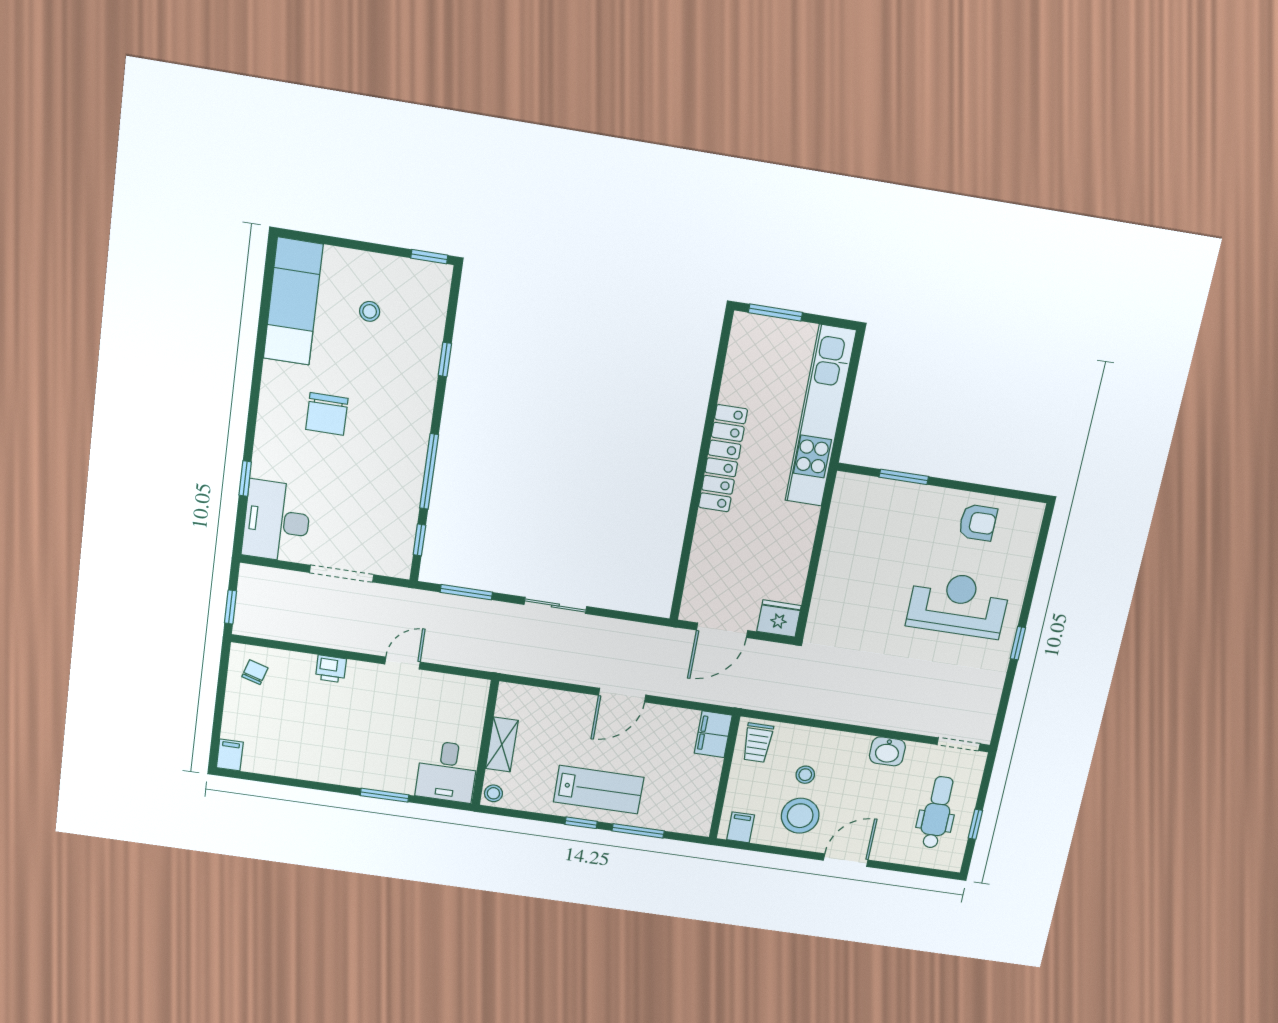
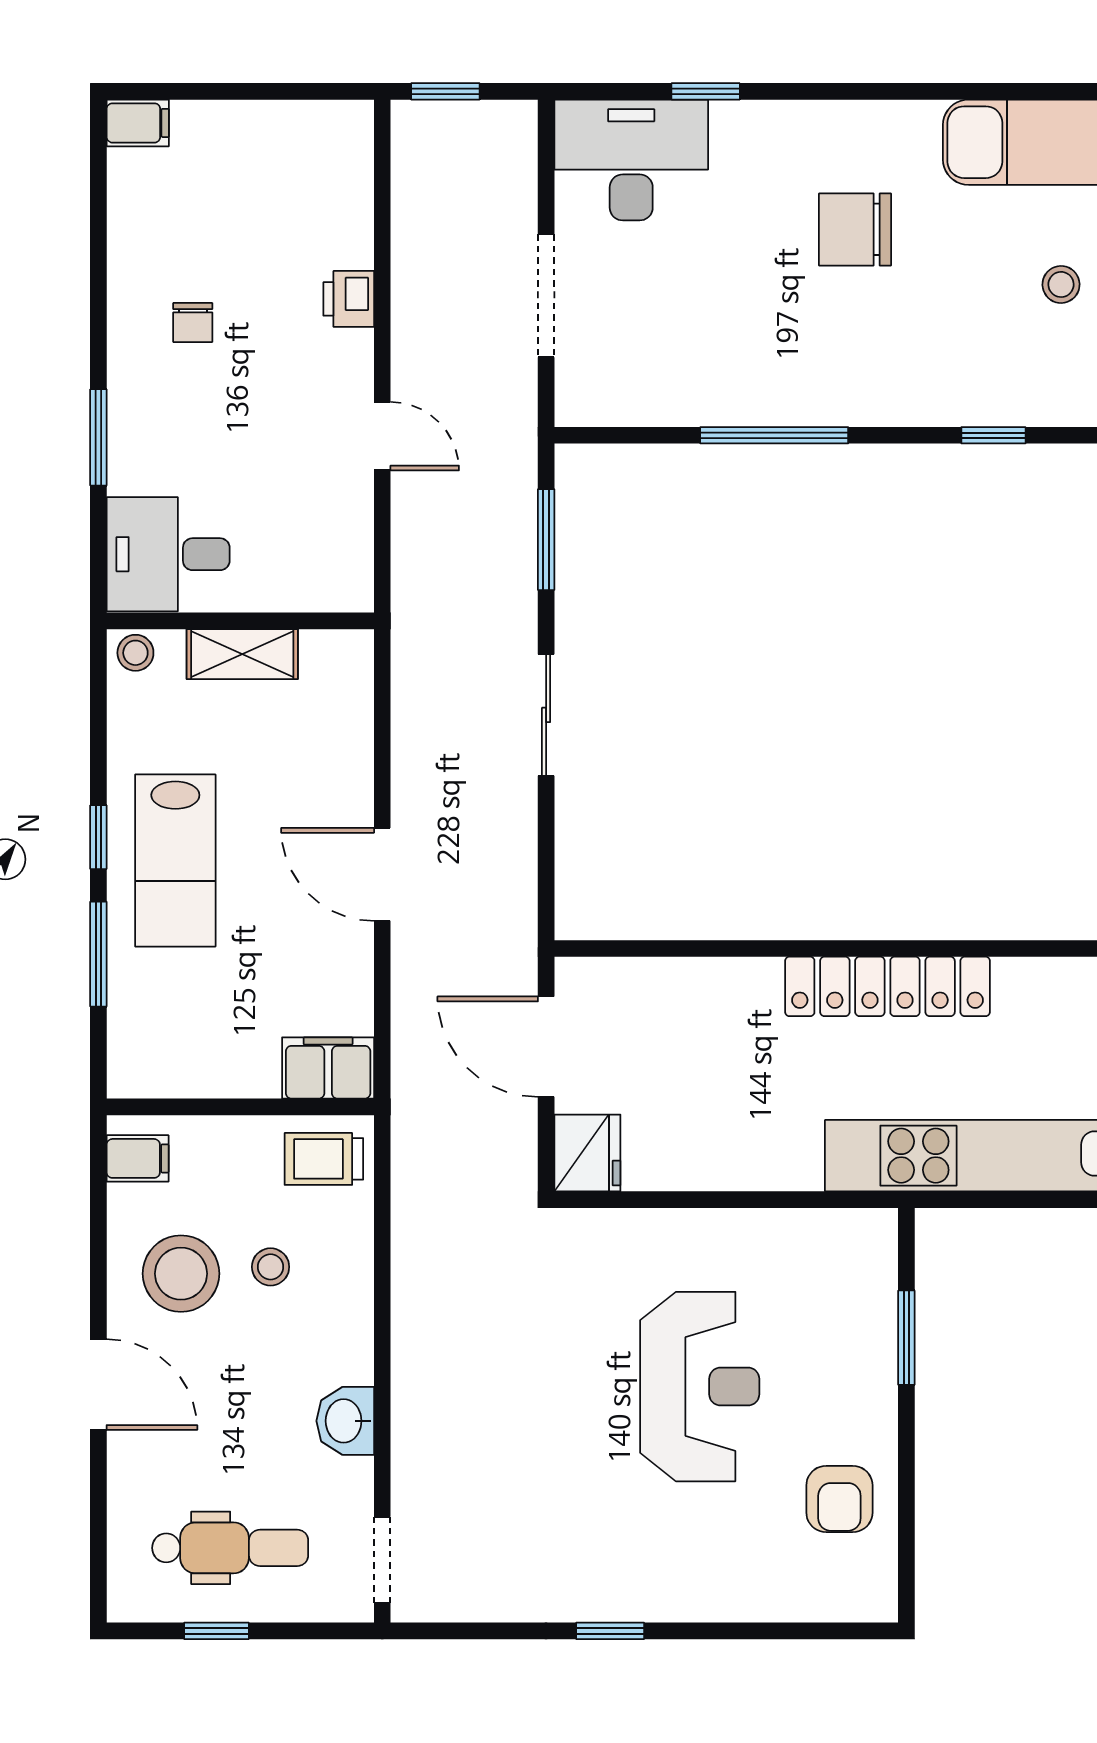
window: (419, 540) -> (637, 435), removed
reception desk: (958, 604) -> (700, 1387), moved
chair: (255, 672) -> (193, 323), moved, turned 73

